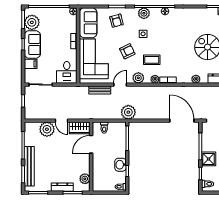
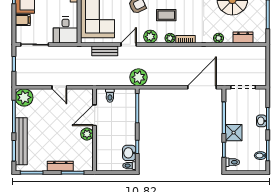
door: (182, 121) -> (202, 87), hinge flipped
wardrobe: (80, 128) -> (81, 96), removed
plant: (47, 129) -> (24, 97), moved
washbasin: (120, 165) -> (129, 153), moved
plant: (85, 179) -> (87, 134), moved

